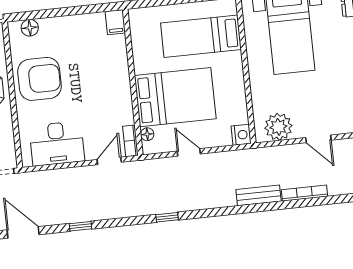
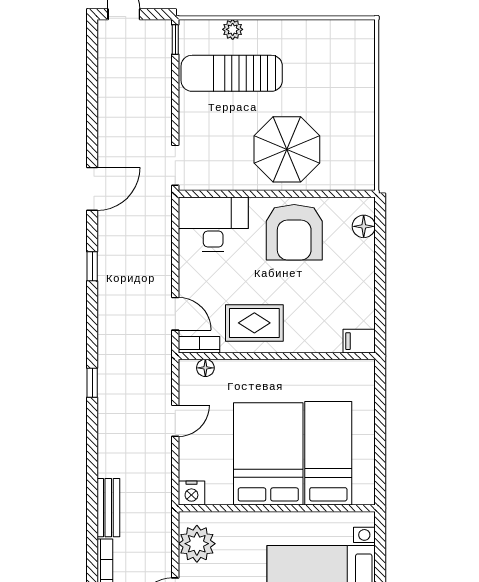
bed: (175, 97) -> (268, 454), moved, turned 180
rug: (110, 101) -> (254, 323), added
desk: (57, 143) -> (213, 224), moved, turned 90

